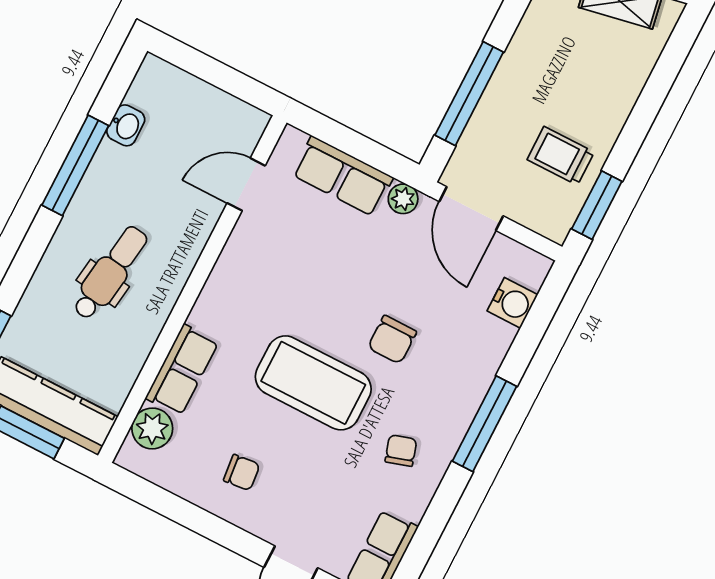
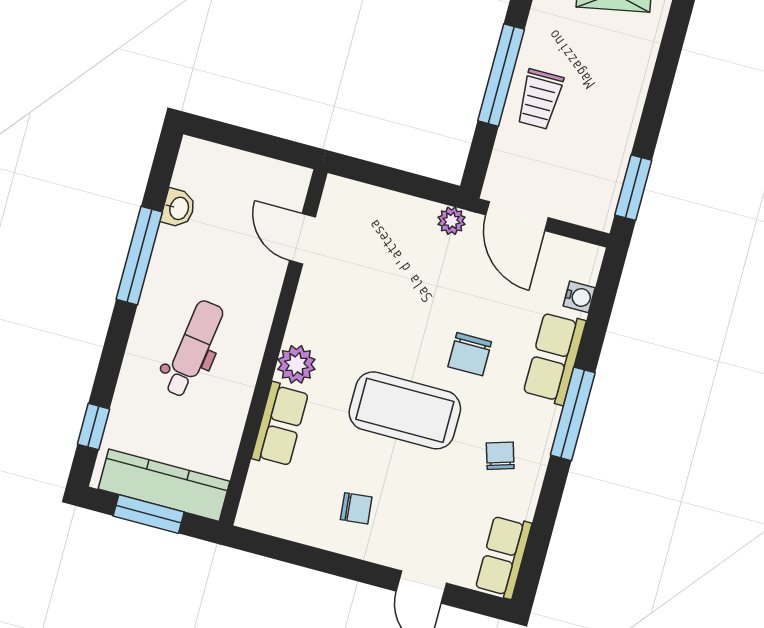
window: (469, 94) -> (501, 75), moved
trolley: (561, 156) -> (540, 99), moved, turned -90
row of seats: (342, 176) -> (554, 358), moved, turned 90
door: (246, 184) -> (302, 239), hinge flipped
water cooler: (512, 303) -> (579, 297), width x0.72, depth x0.72
plant: (152, 428) -> (296, 364), moved

